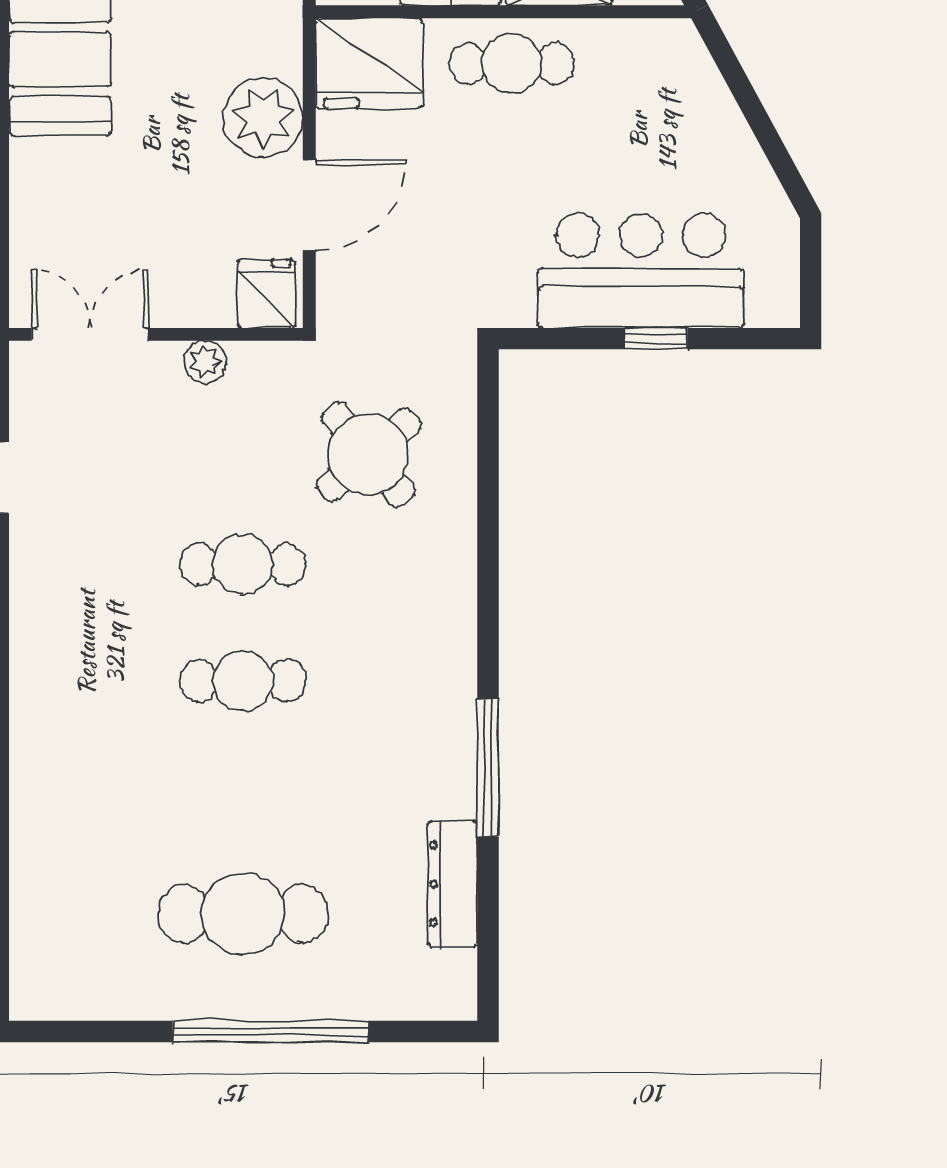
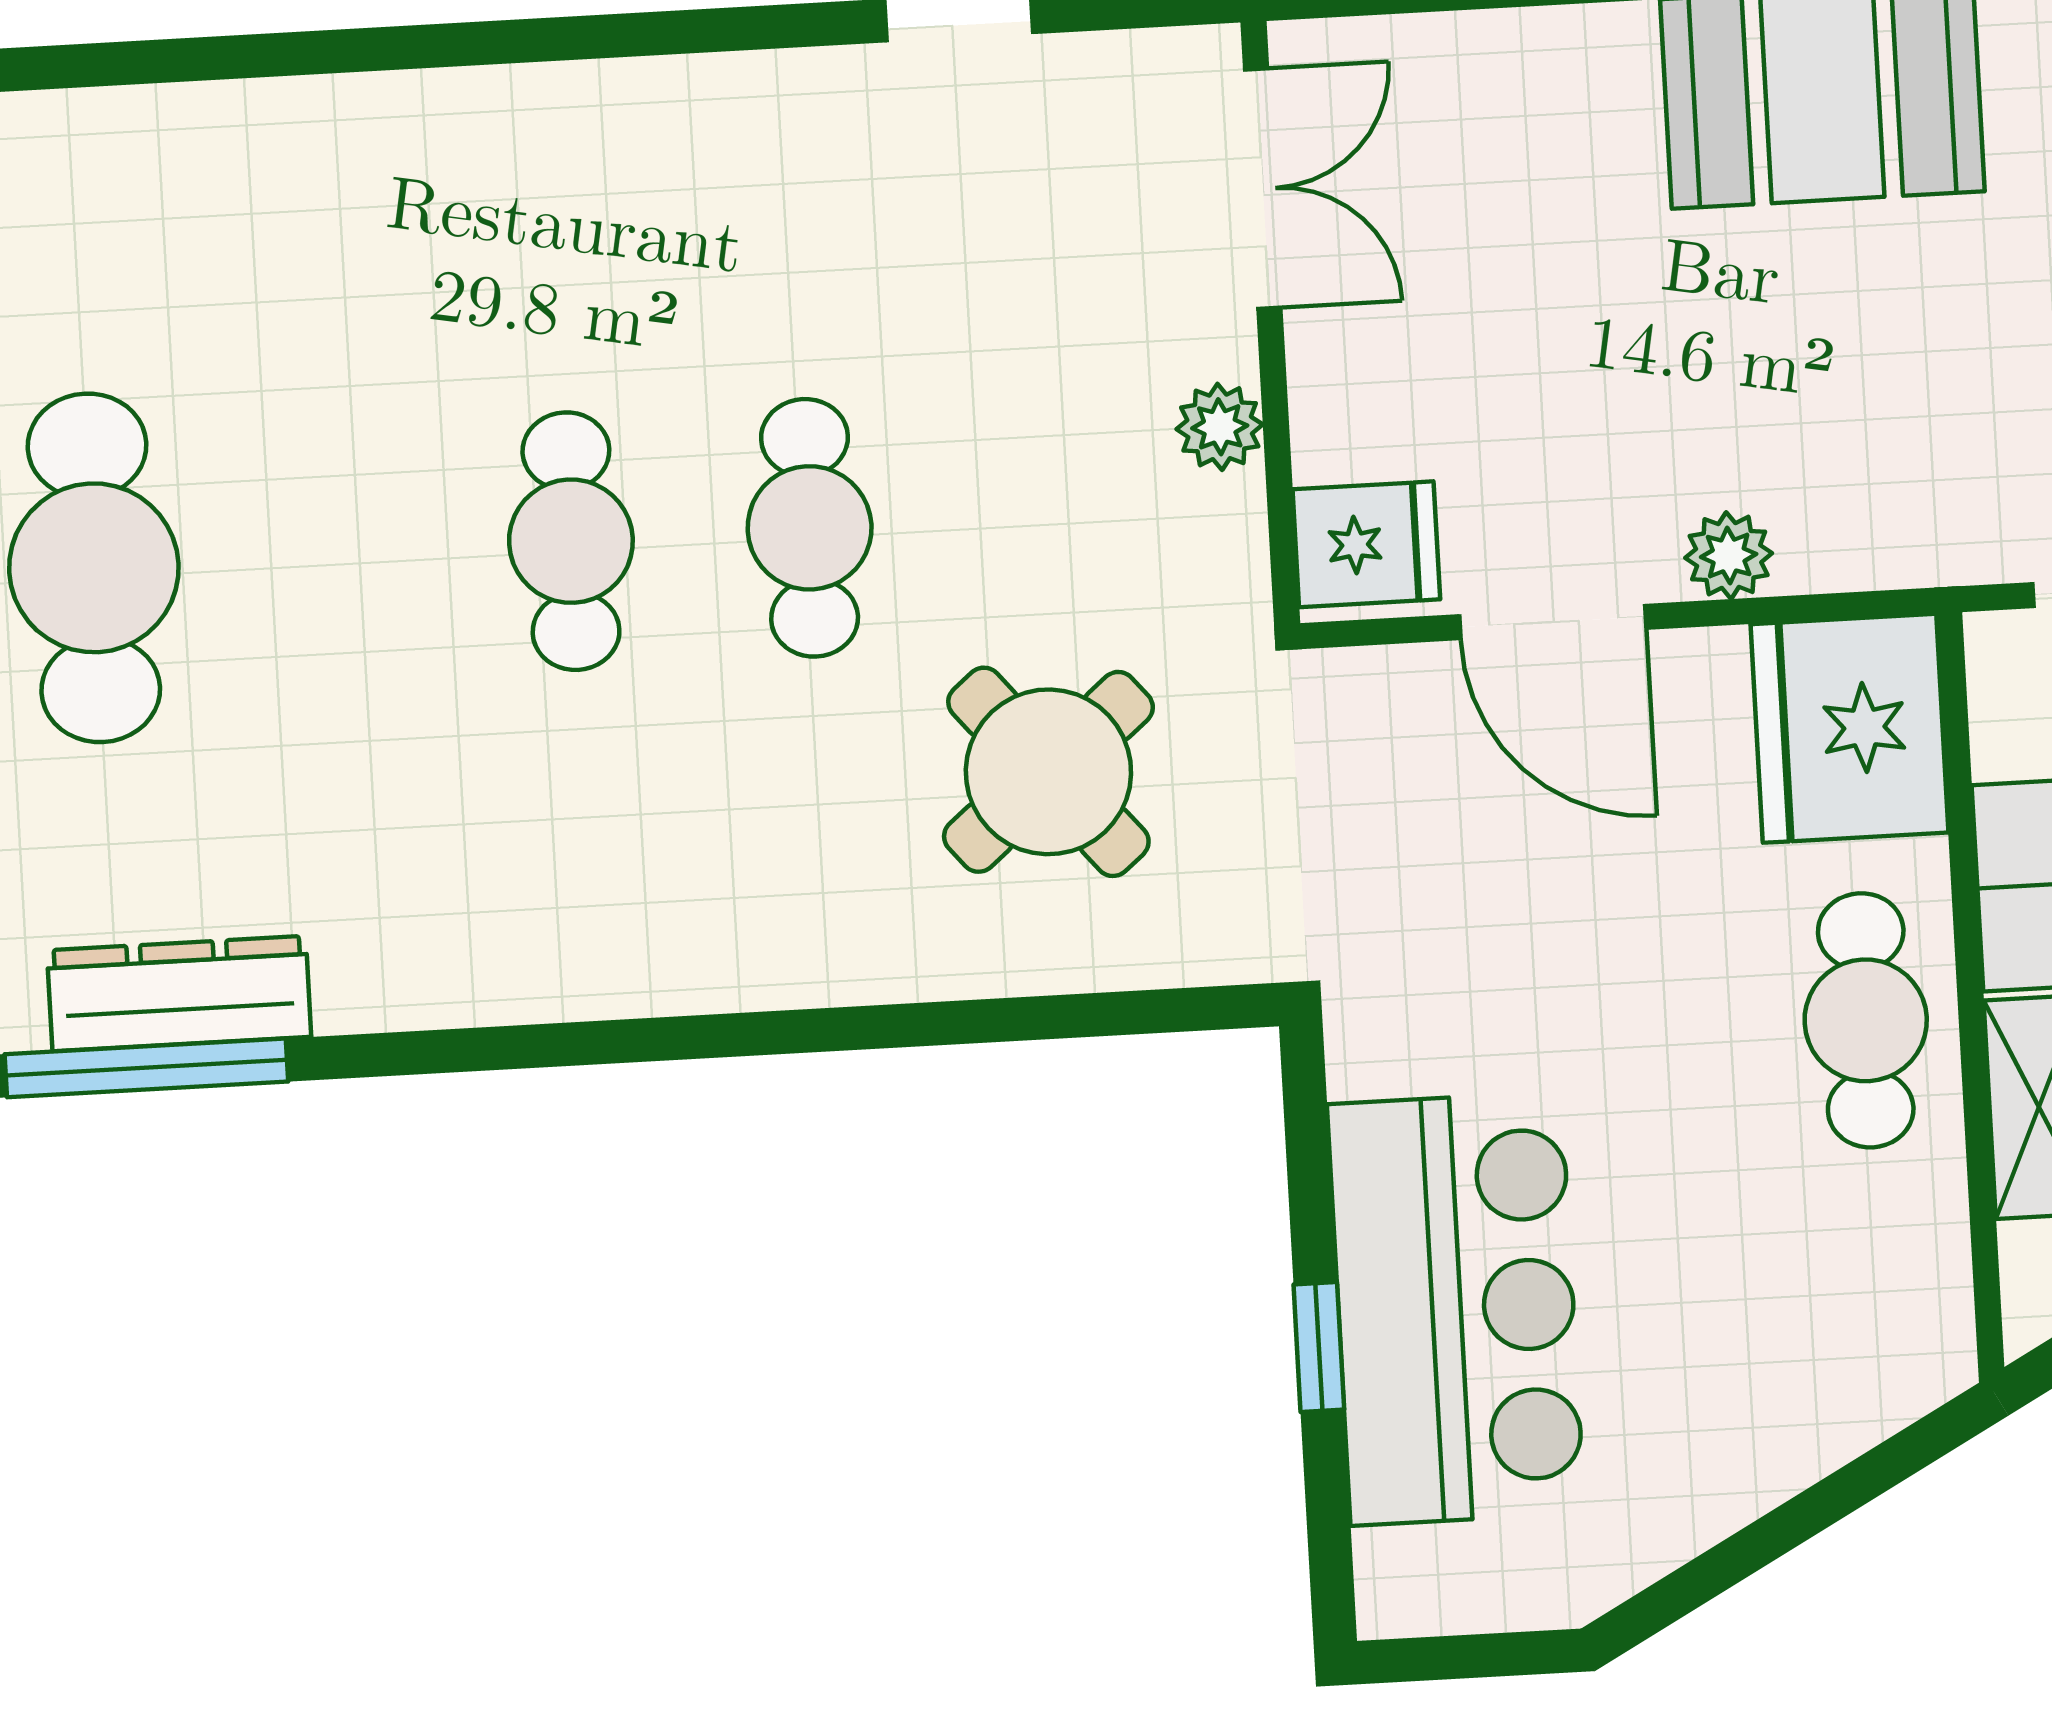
plant: (263, 118) -> (1729, 556), width x0.53, depth x0.53
window: (488, 768) -> (146, 1068), moved

